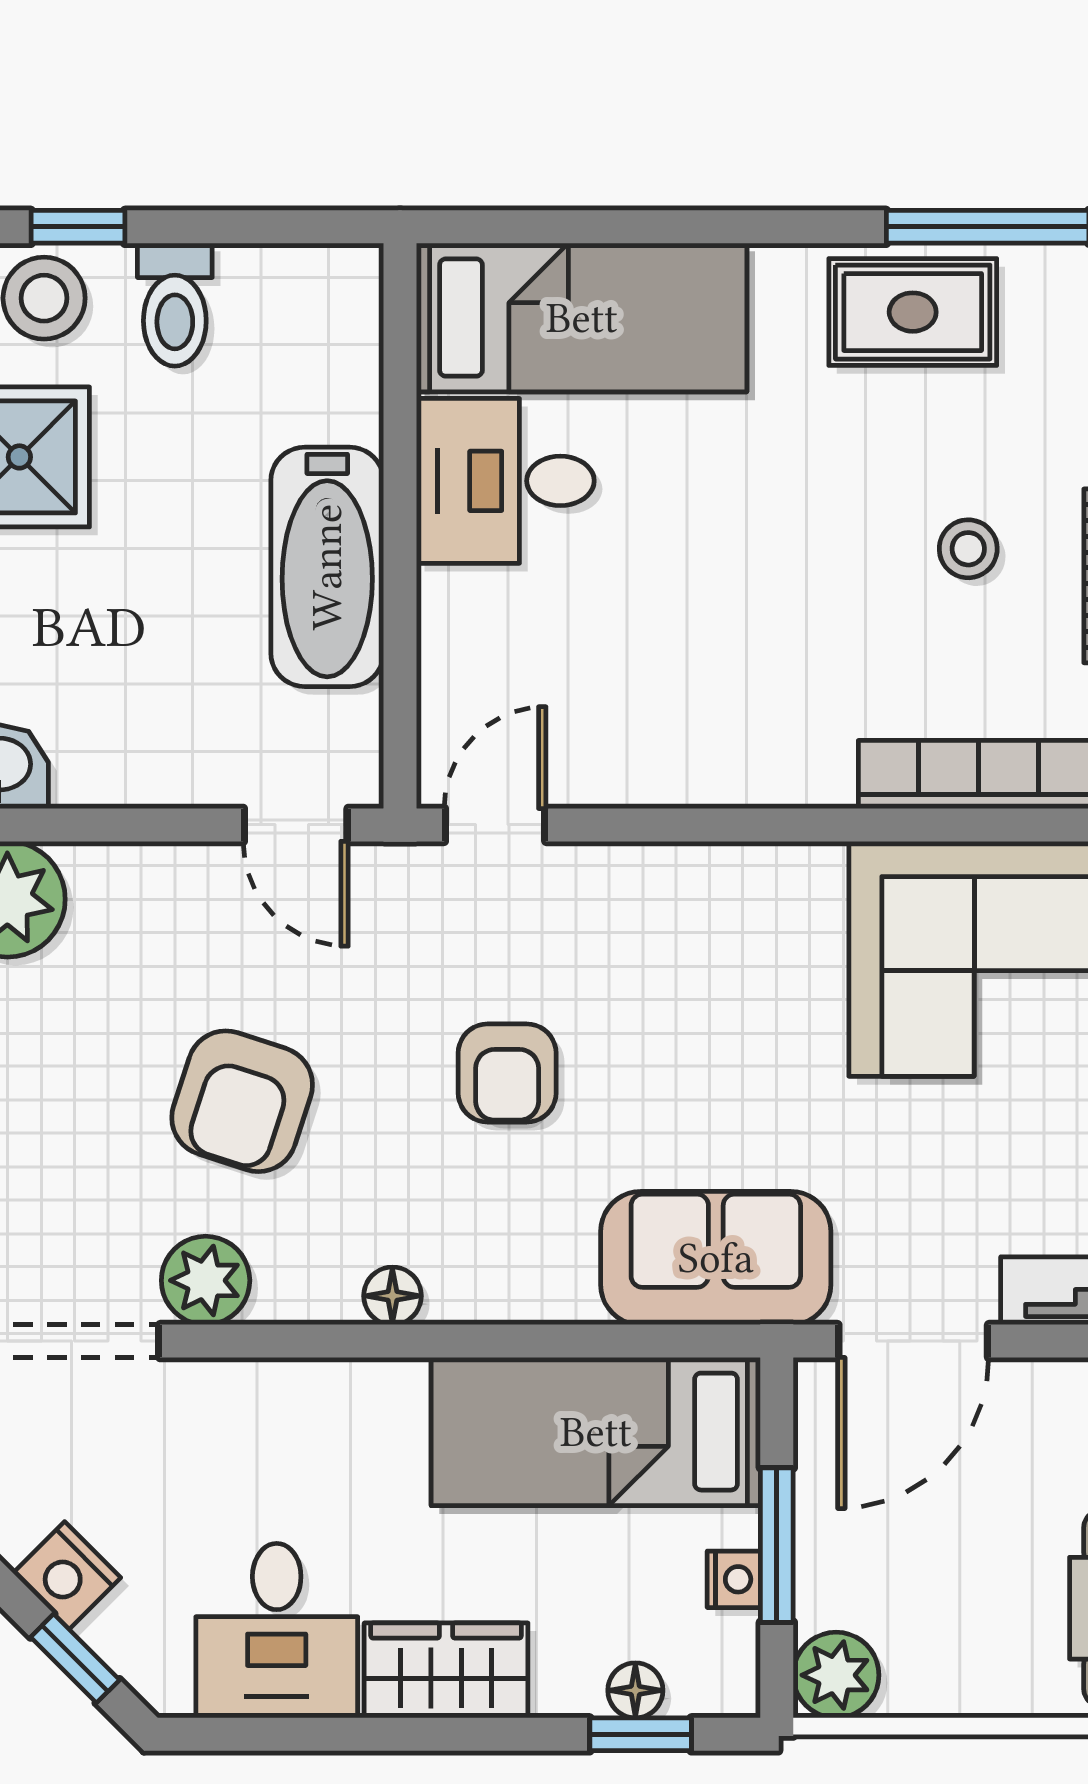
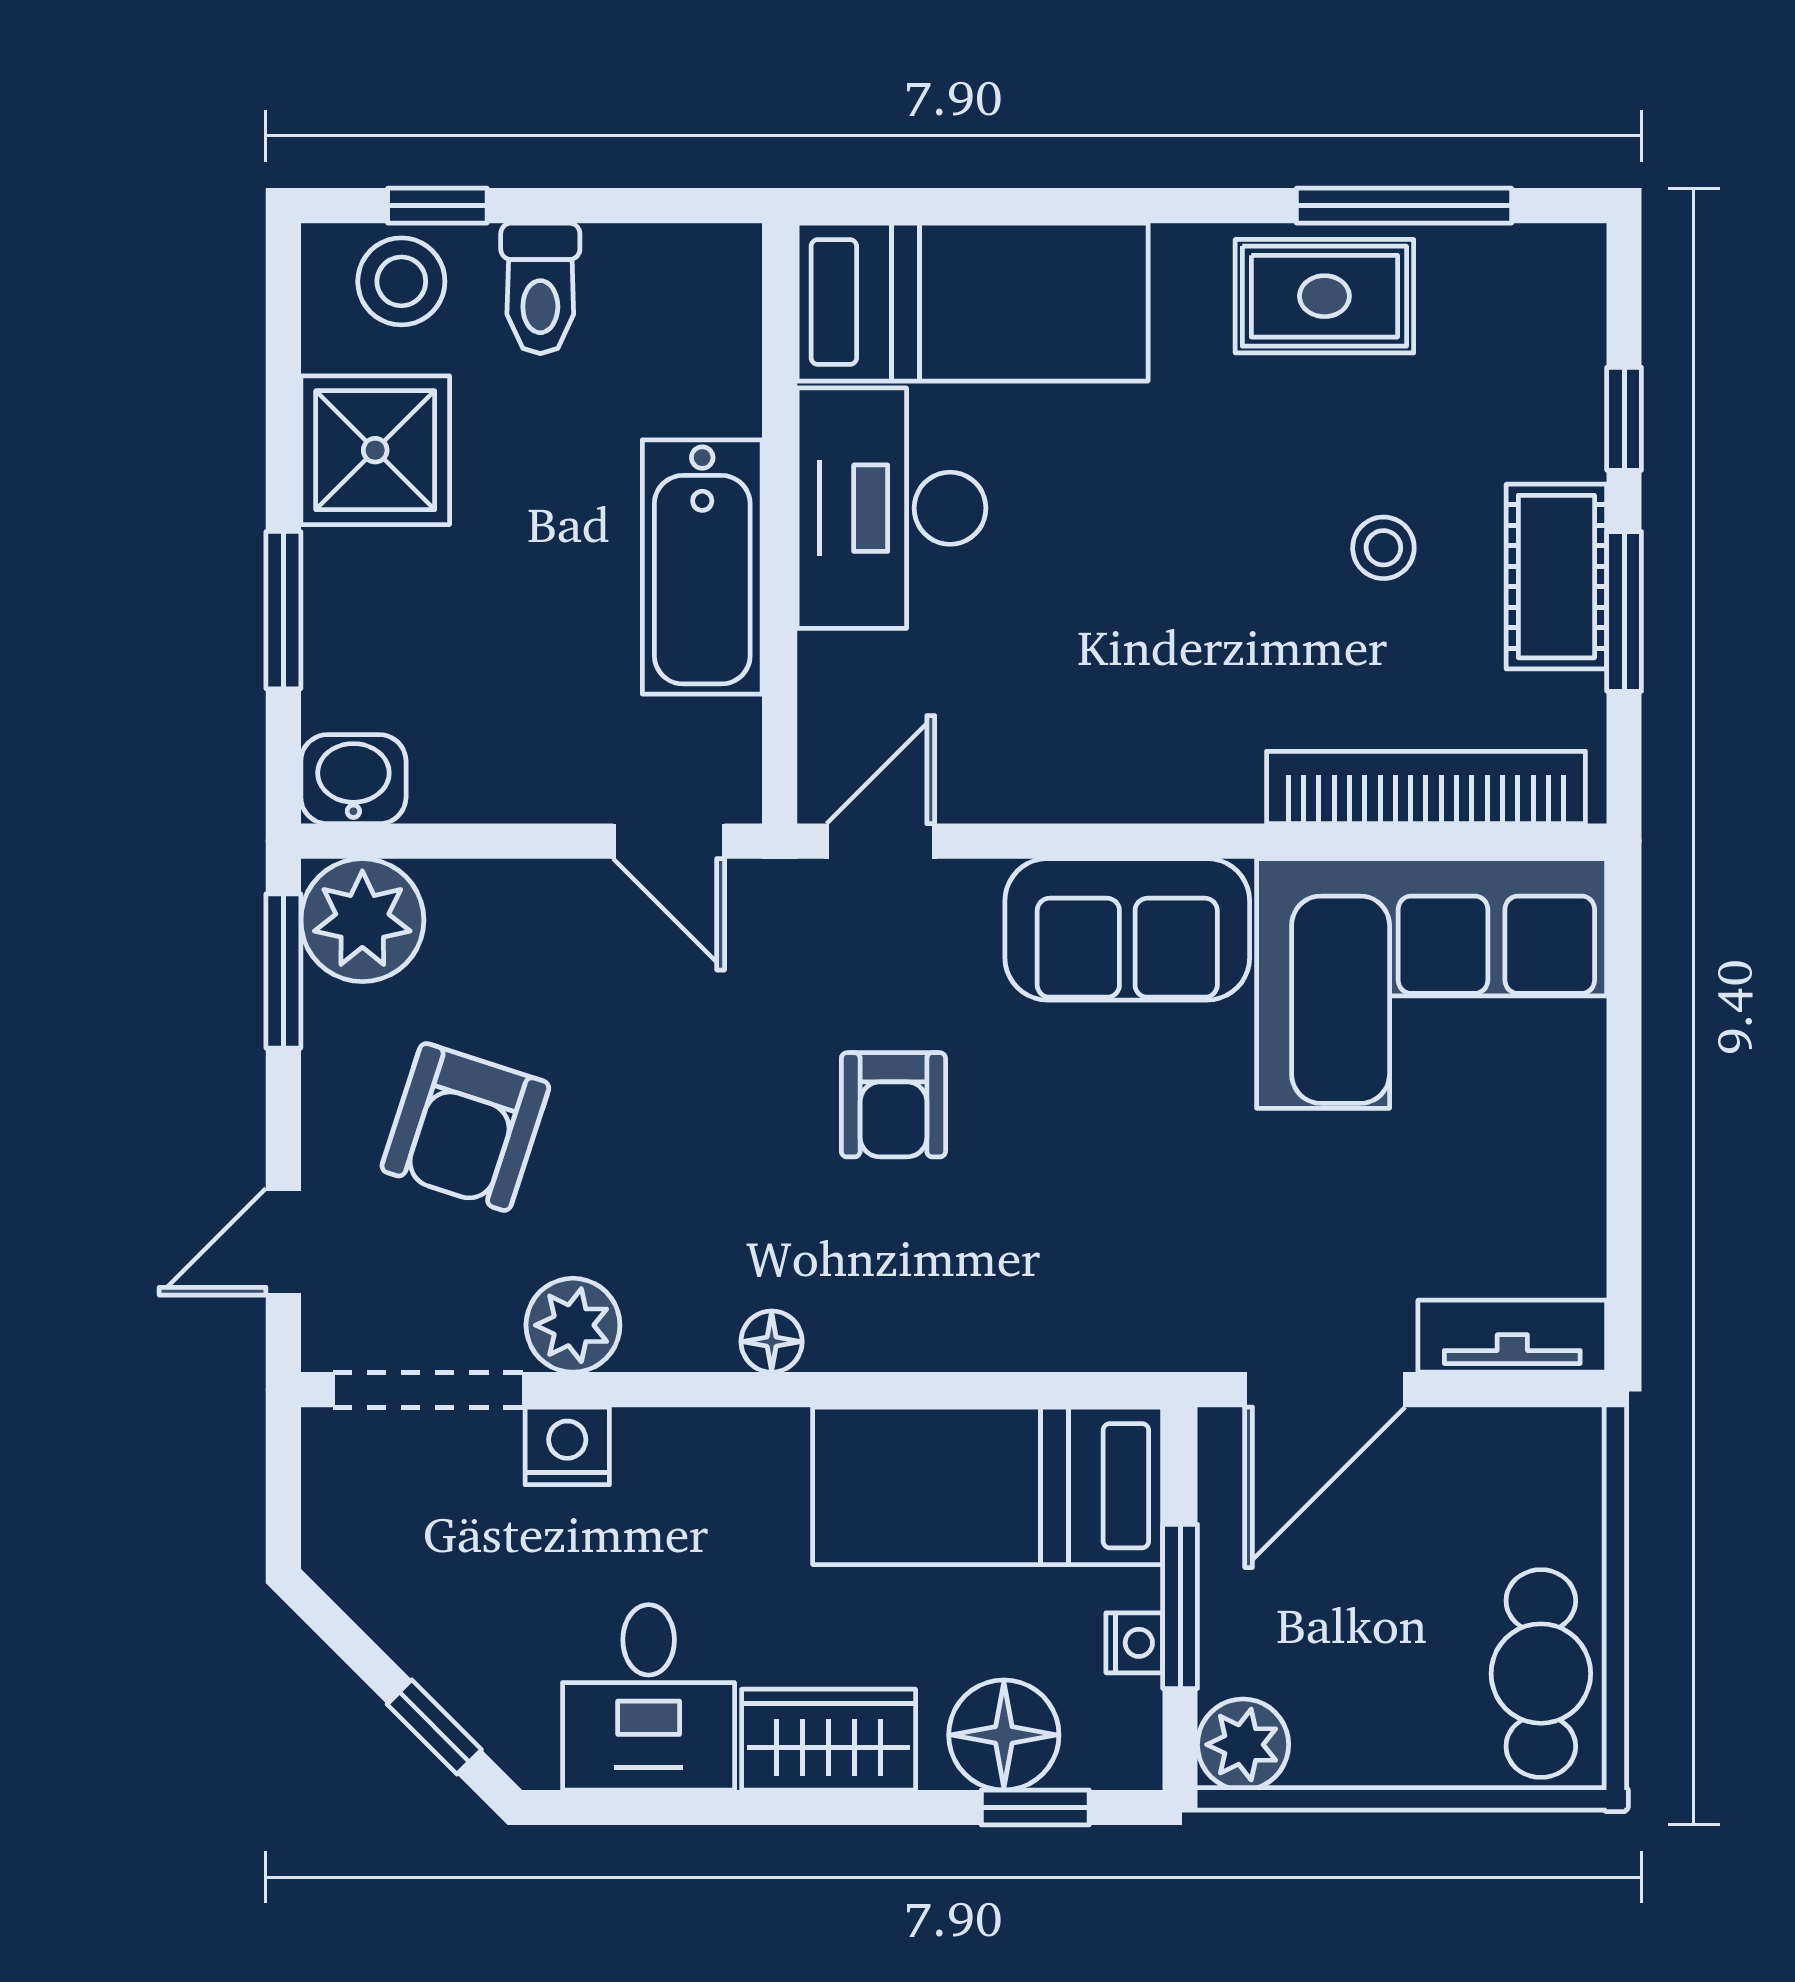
desk: (505, 481) -> (891, 508), width x1.37
armchair: (242, 1101) -> (465, 1127), moved
sofa: (716, 1258) -> (1127, 929), moved, turned 180
nightstand: (67, 1575) -> (567, 1446), moved, turned 135
floor lamp: (635, 1690) -> (1004, 1735), width x1.89, depth x1.89

